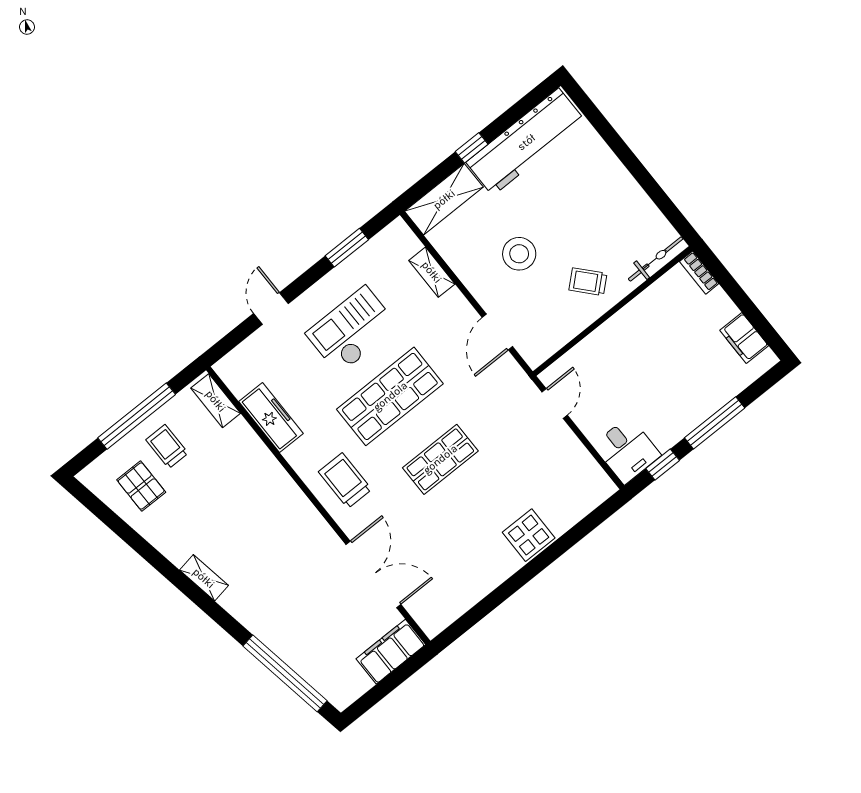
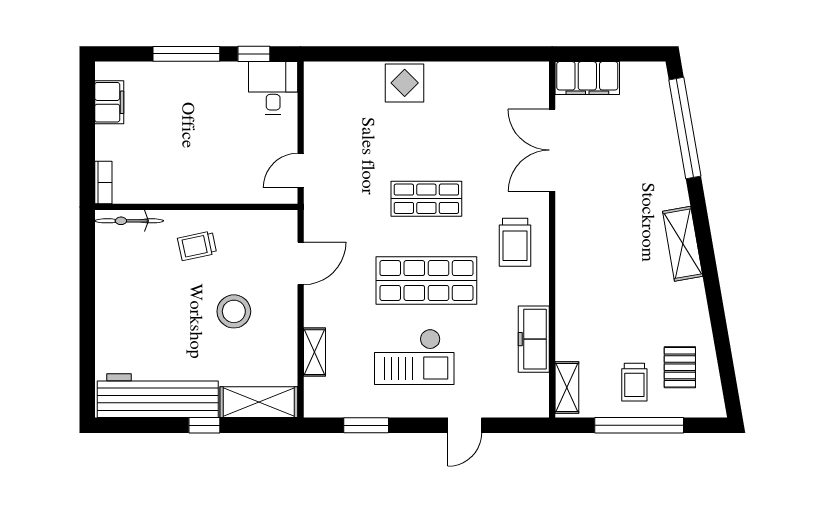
trolley: (588, 282) -> (197, 246), turned 120
shelving: (204, 578) -> (683, 244), width x1.50, depth x1.33

